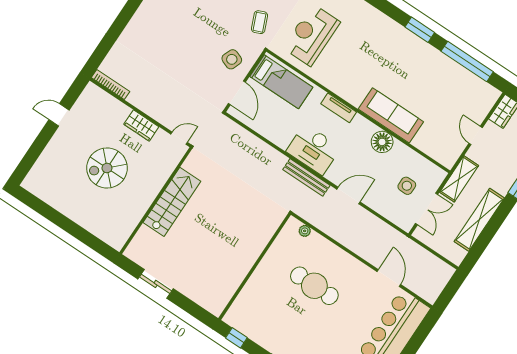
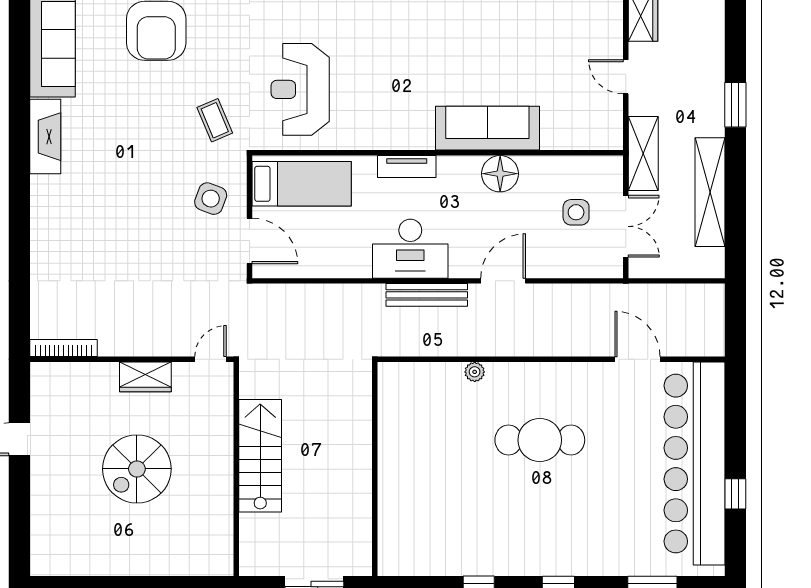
wall: (255, 267) -> (375, 469), moved

